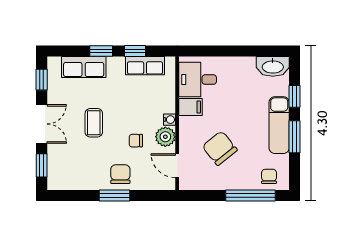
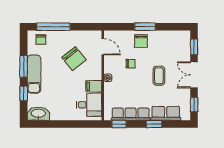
window: (135, 51) -> (119, 124), moved
row of seats: (145, 66) -> (131, 114), width x1.48
plant: (165, 137) -> (111, 66), removed

